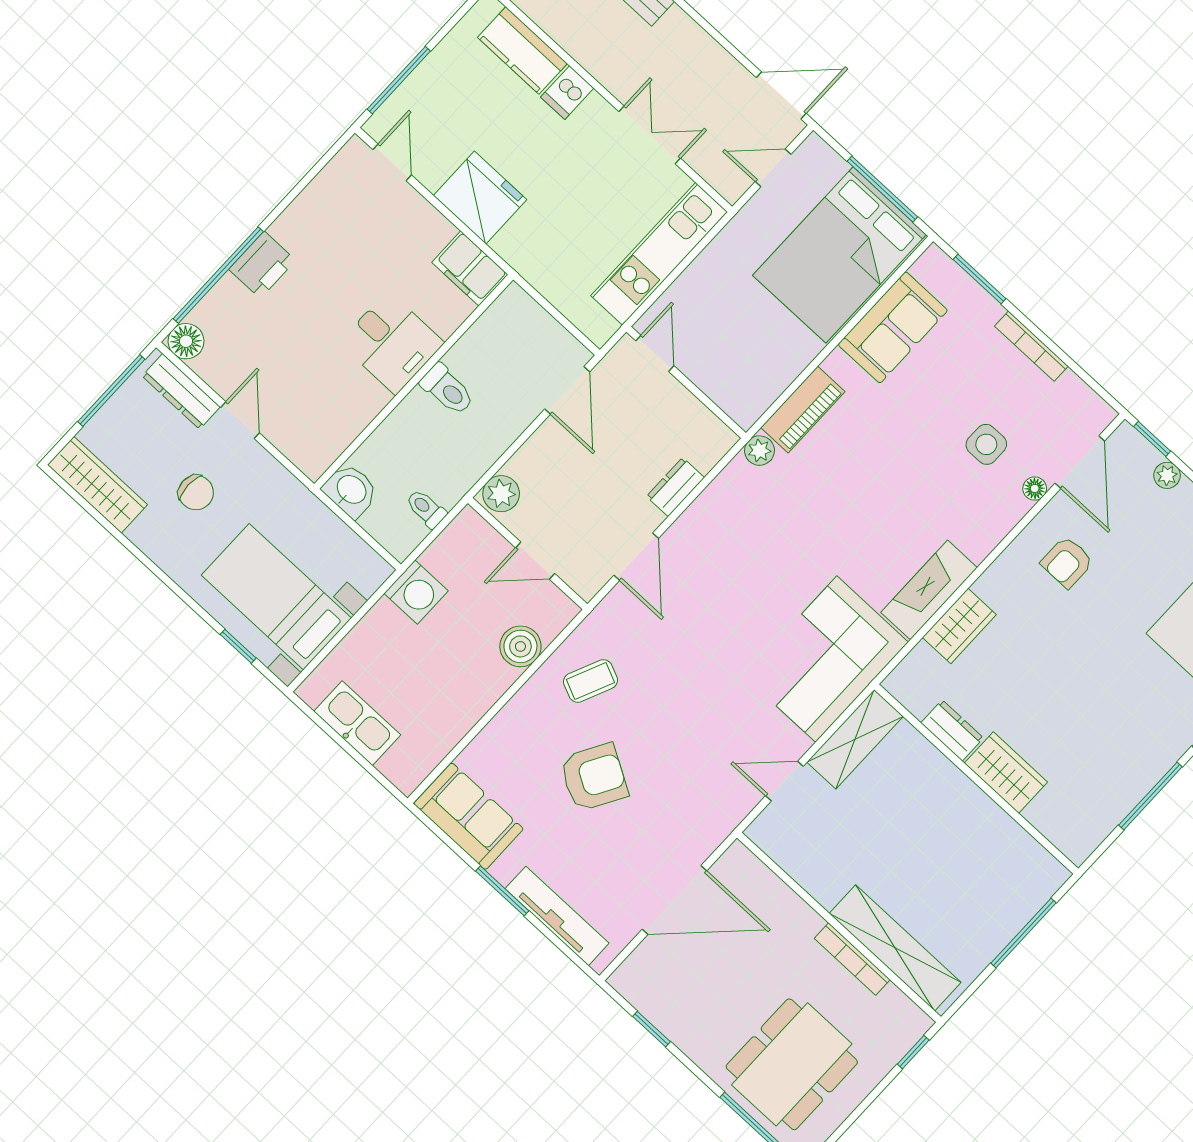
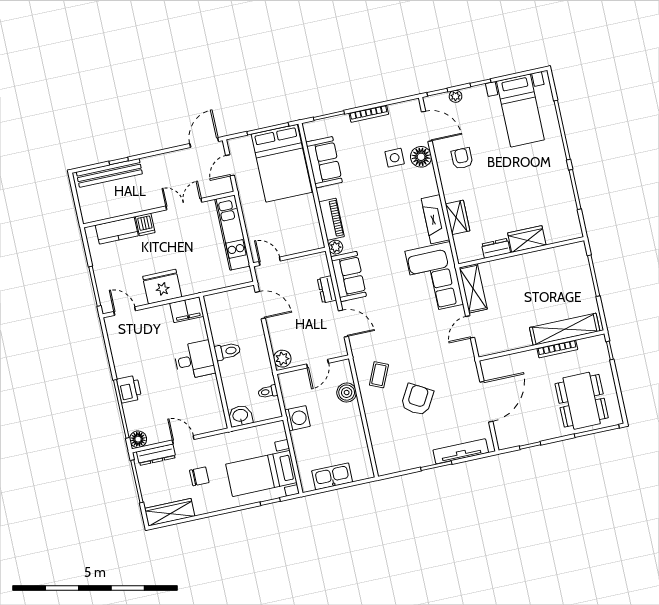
floor lamp: (1035, 489) -> (421, 157), width x1.89, depth x1.89
armchair: (1067, 562) -> (462, 158), turned 180
sofa: (469, 816) -> (349, 276), moved, turned 90

